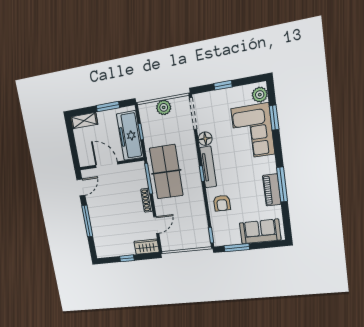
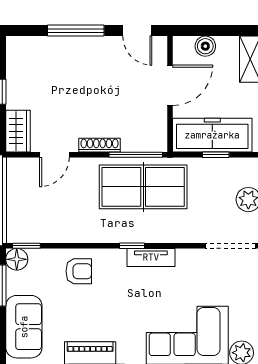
floor lamp: (205, 139) -> (17, 259), moved
boiler: (82, 148) -> (205, 46), added
tv unit: (208, 167) -> (151, 257), width x0.71
armchair: (222, 203) -> (79, 271), turned 180
door: (156, 225) -> (54, 155), hinge flipped

